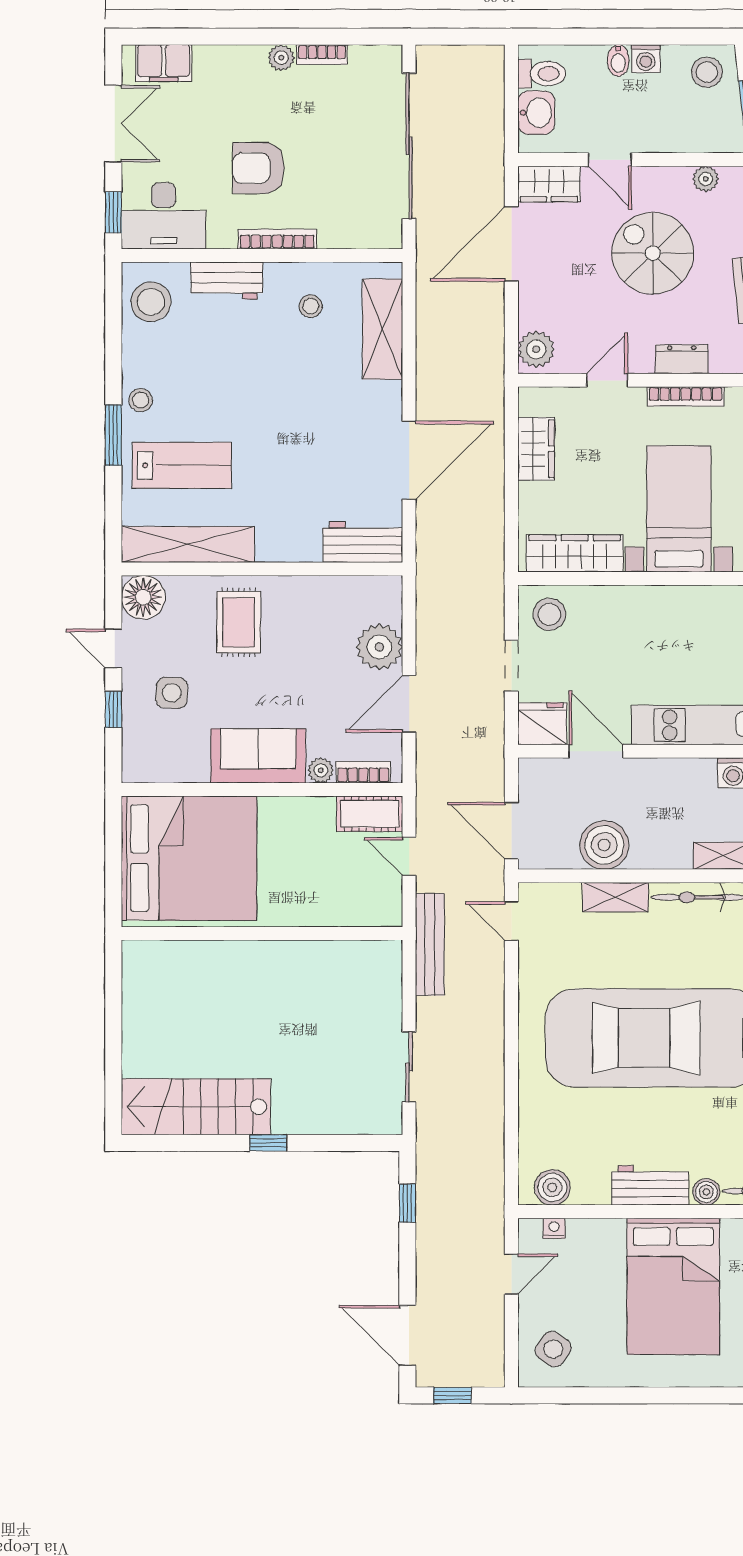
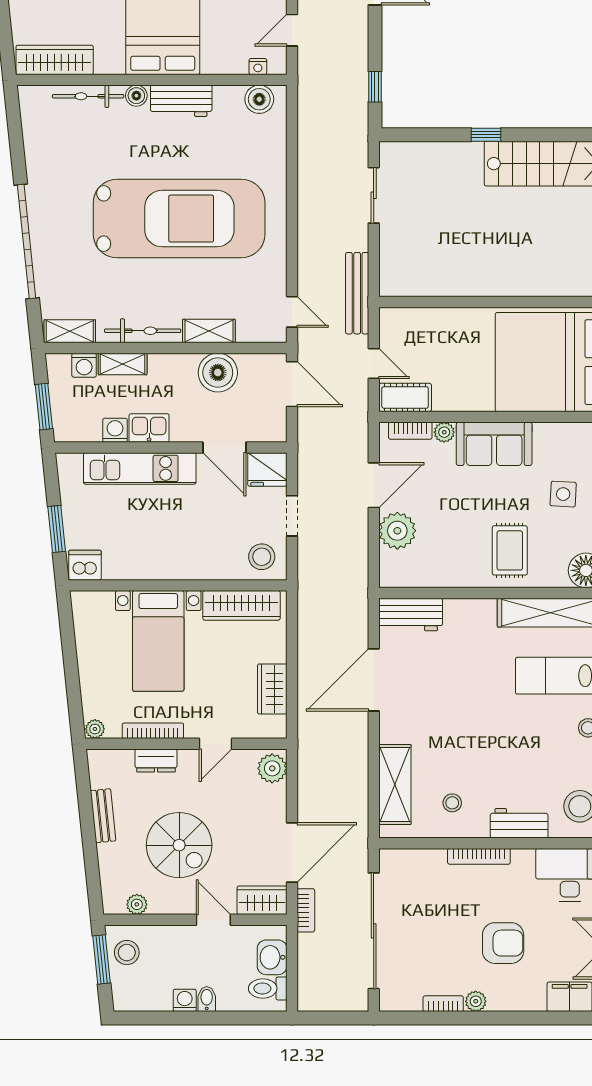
stool: (707, 72) -> (127, 953), moved
armchair: (258, 168) -> (503, 943), moved
bookcase: (494, 172) -> (306, 910), added
kitchen sink: (690, 776) -> (149, 428), added

